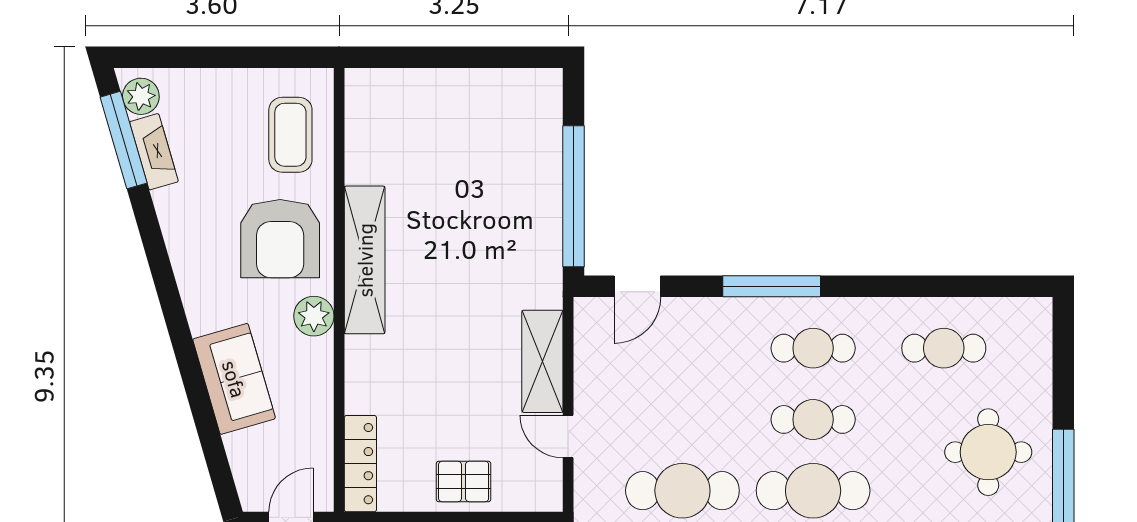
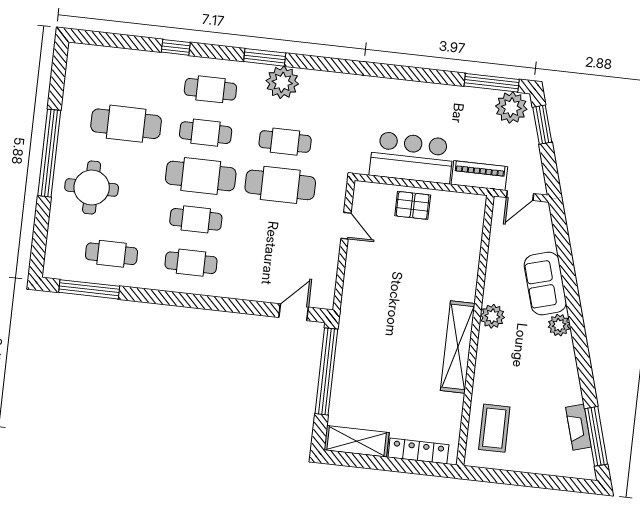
plant: (141, 96) -> (559, 325), moved
armchair: (280, 239) -> (508, 366), removed
window: (772, 286) -> (89, 289), moved
shelving: (542, 361) -> (357, 441), moved, turned 90
locker: (360, 464) -> (418, 451), moved, turned 90

